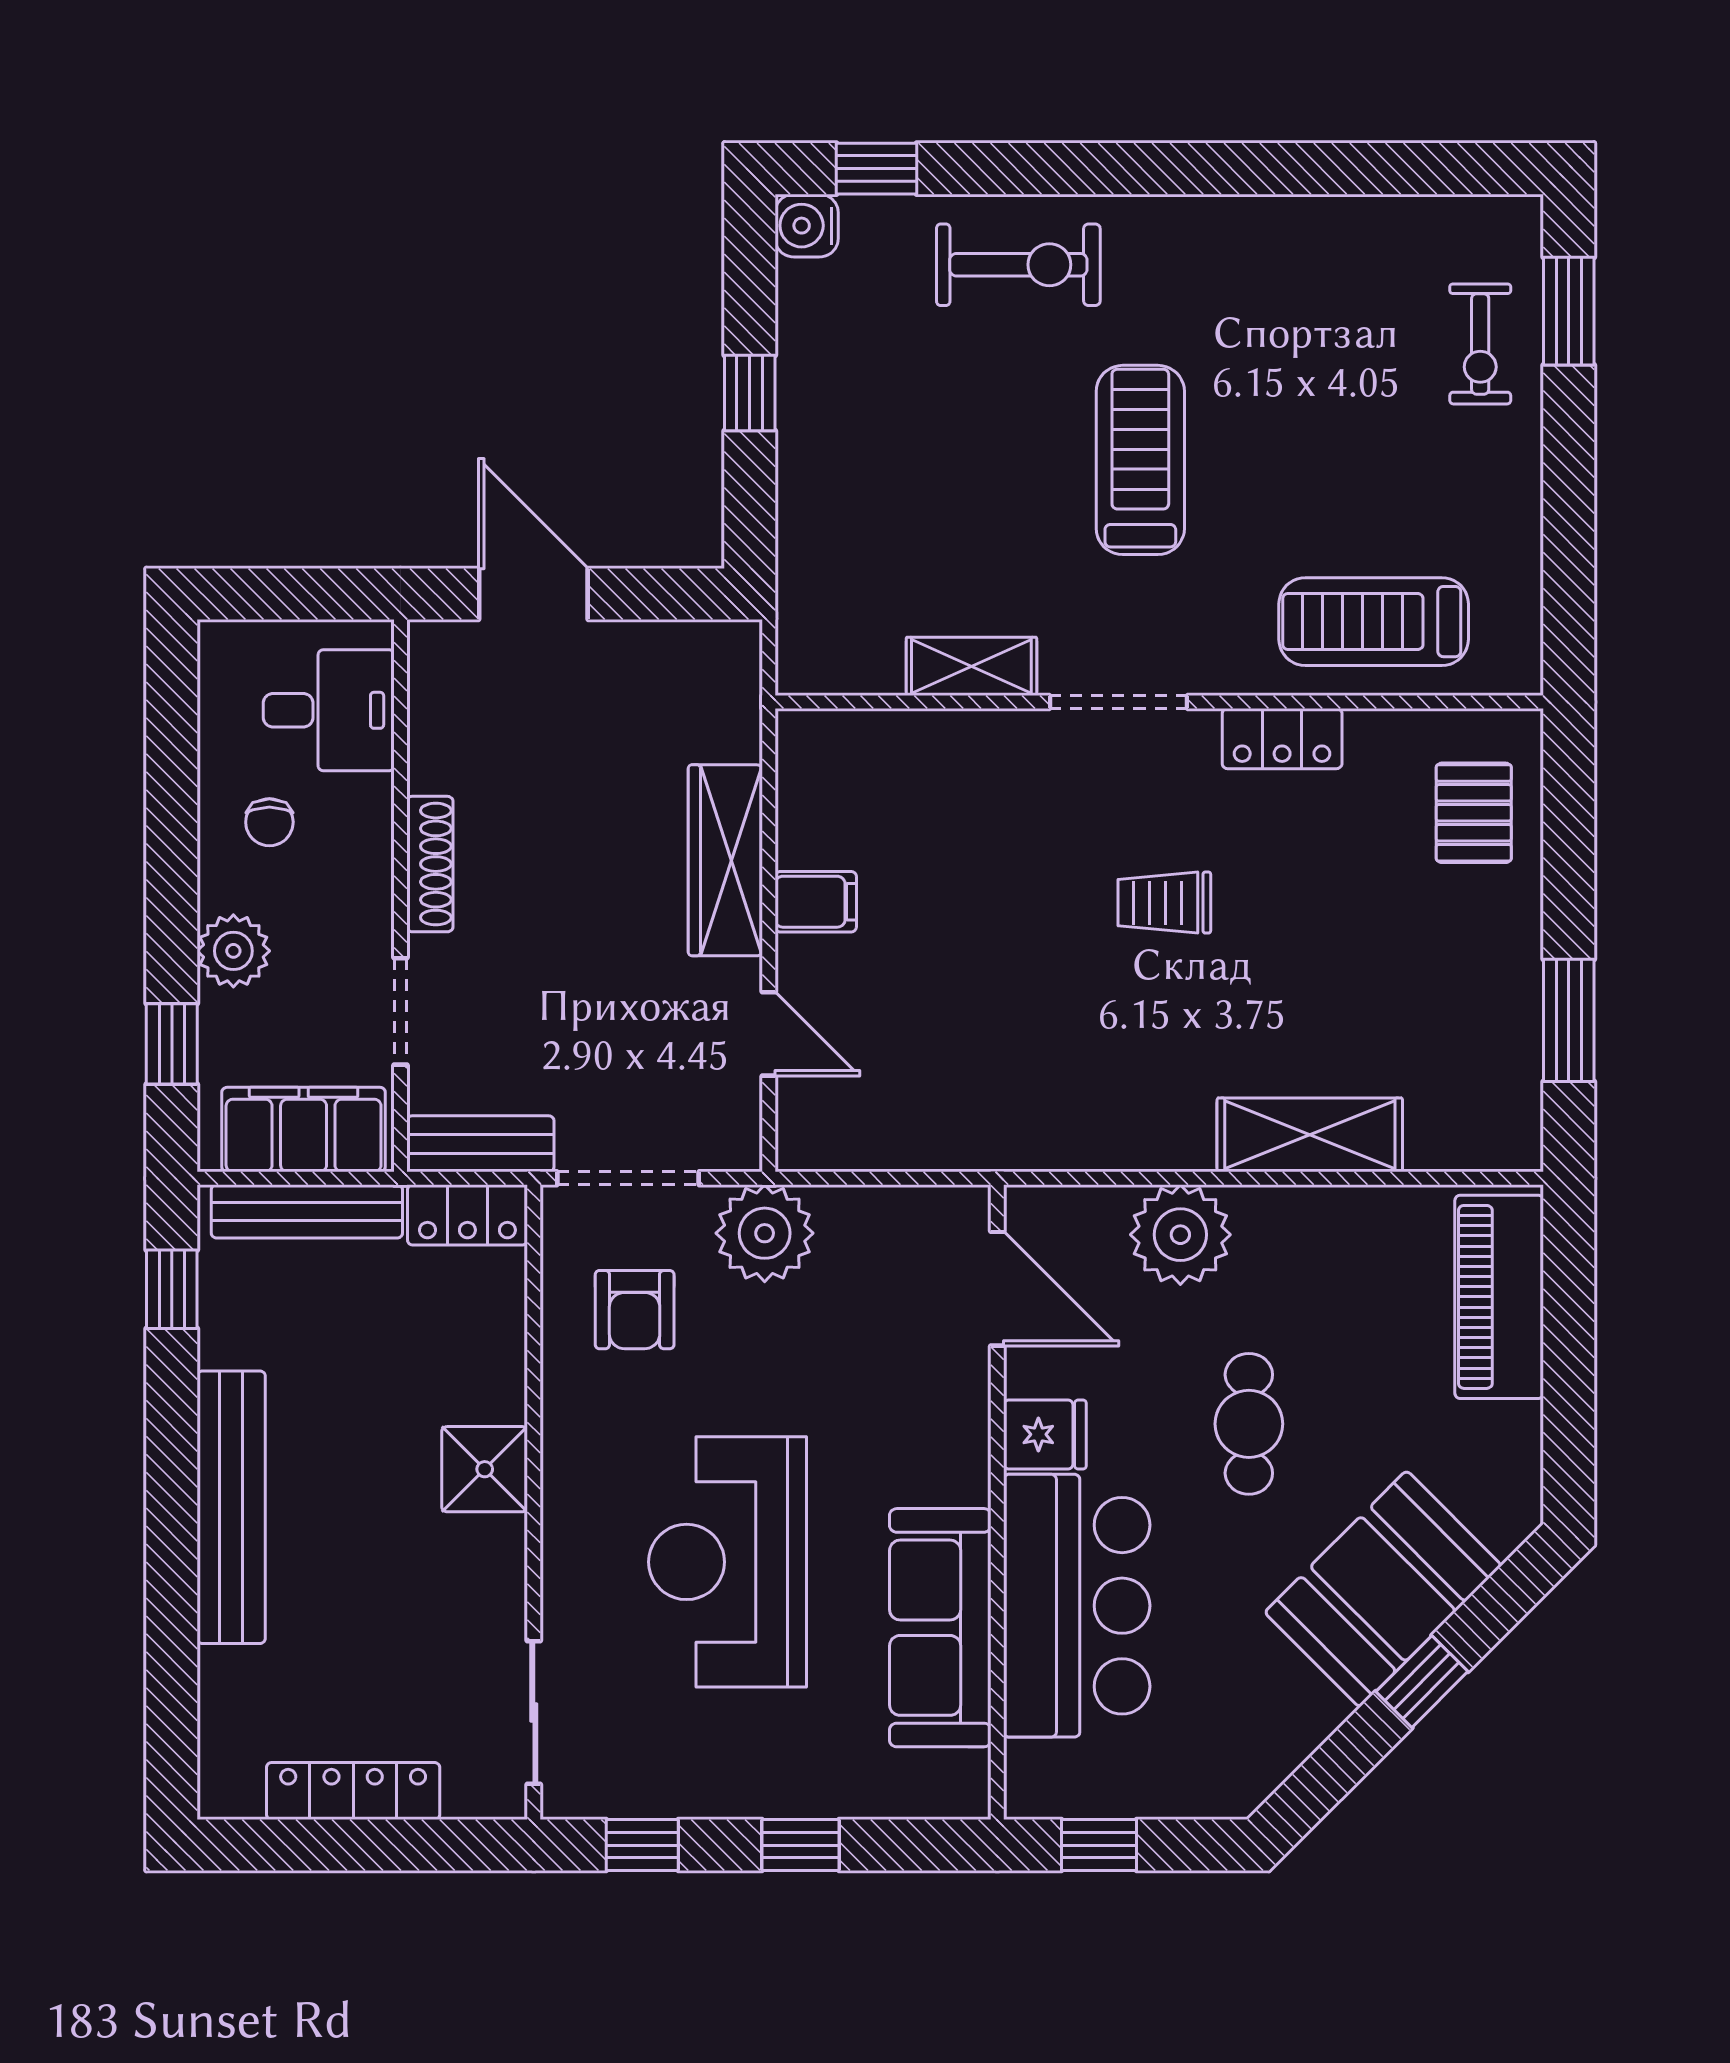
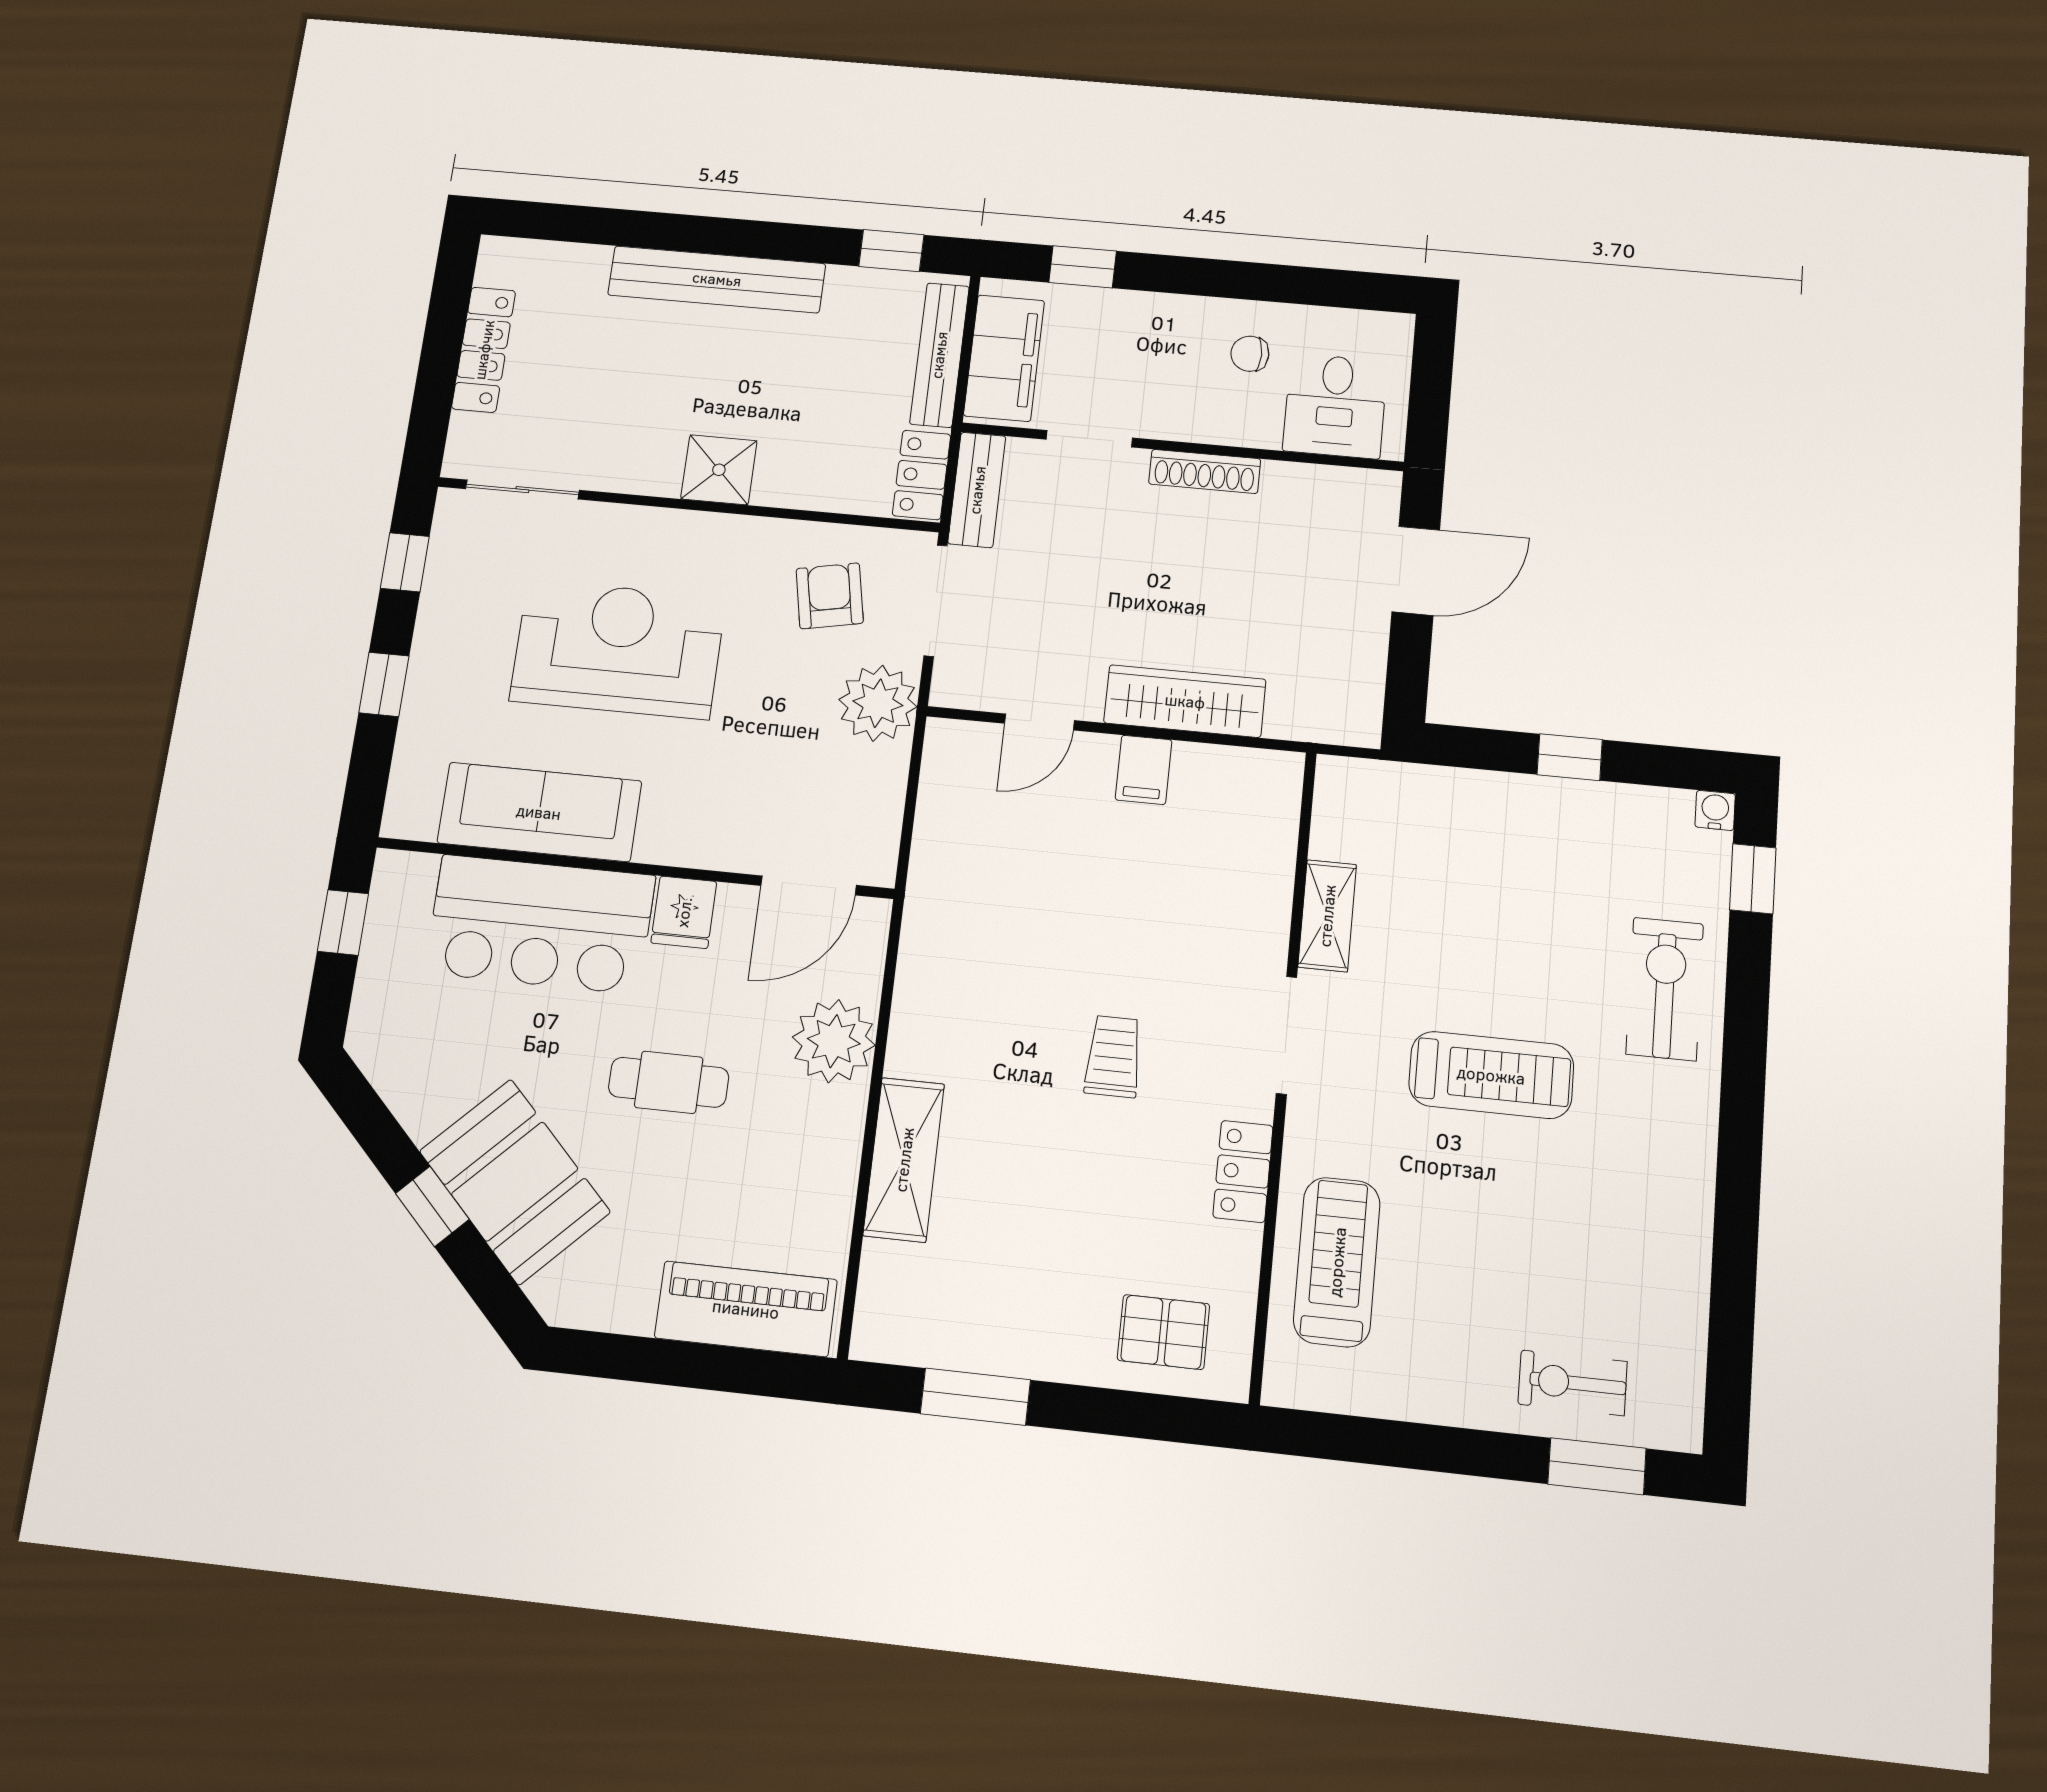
water cooler: (807, 226) -> (1715, 810), width x0.72, depth x0.72
exercise bike: (1018, 265) -> (1665, 989), turned 180
plant: (233, 951) -> (1151, 318), removed
armchair: (635, 1310) -> (830, 596), turned 79

